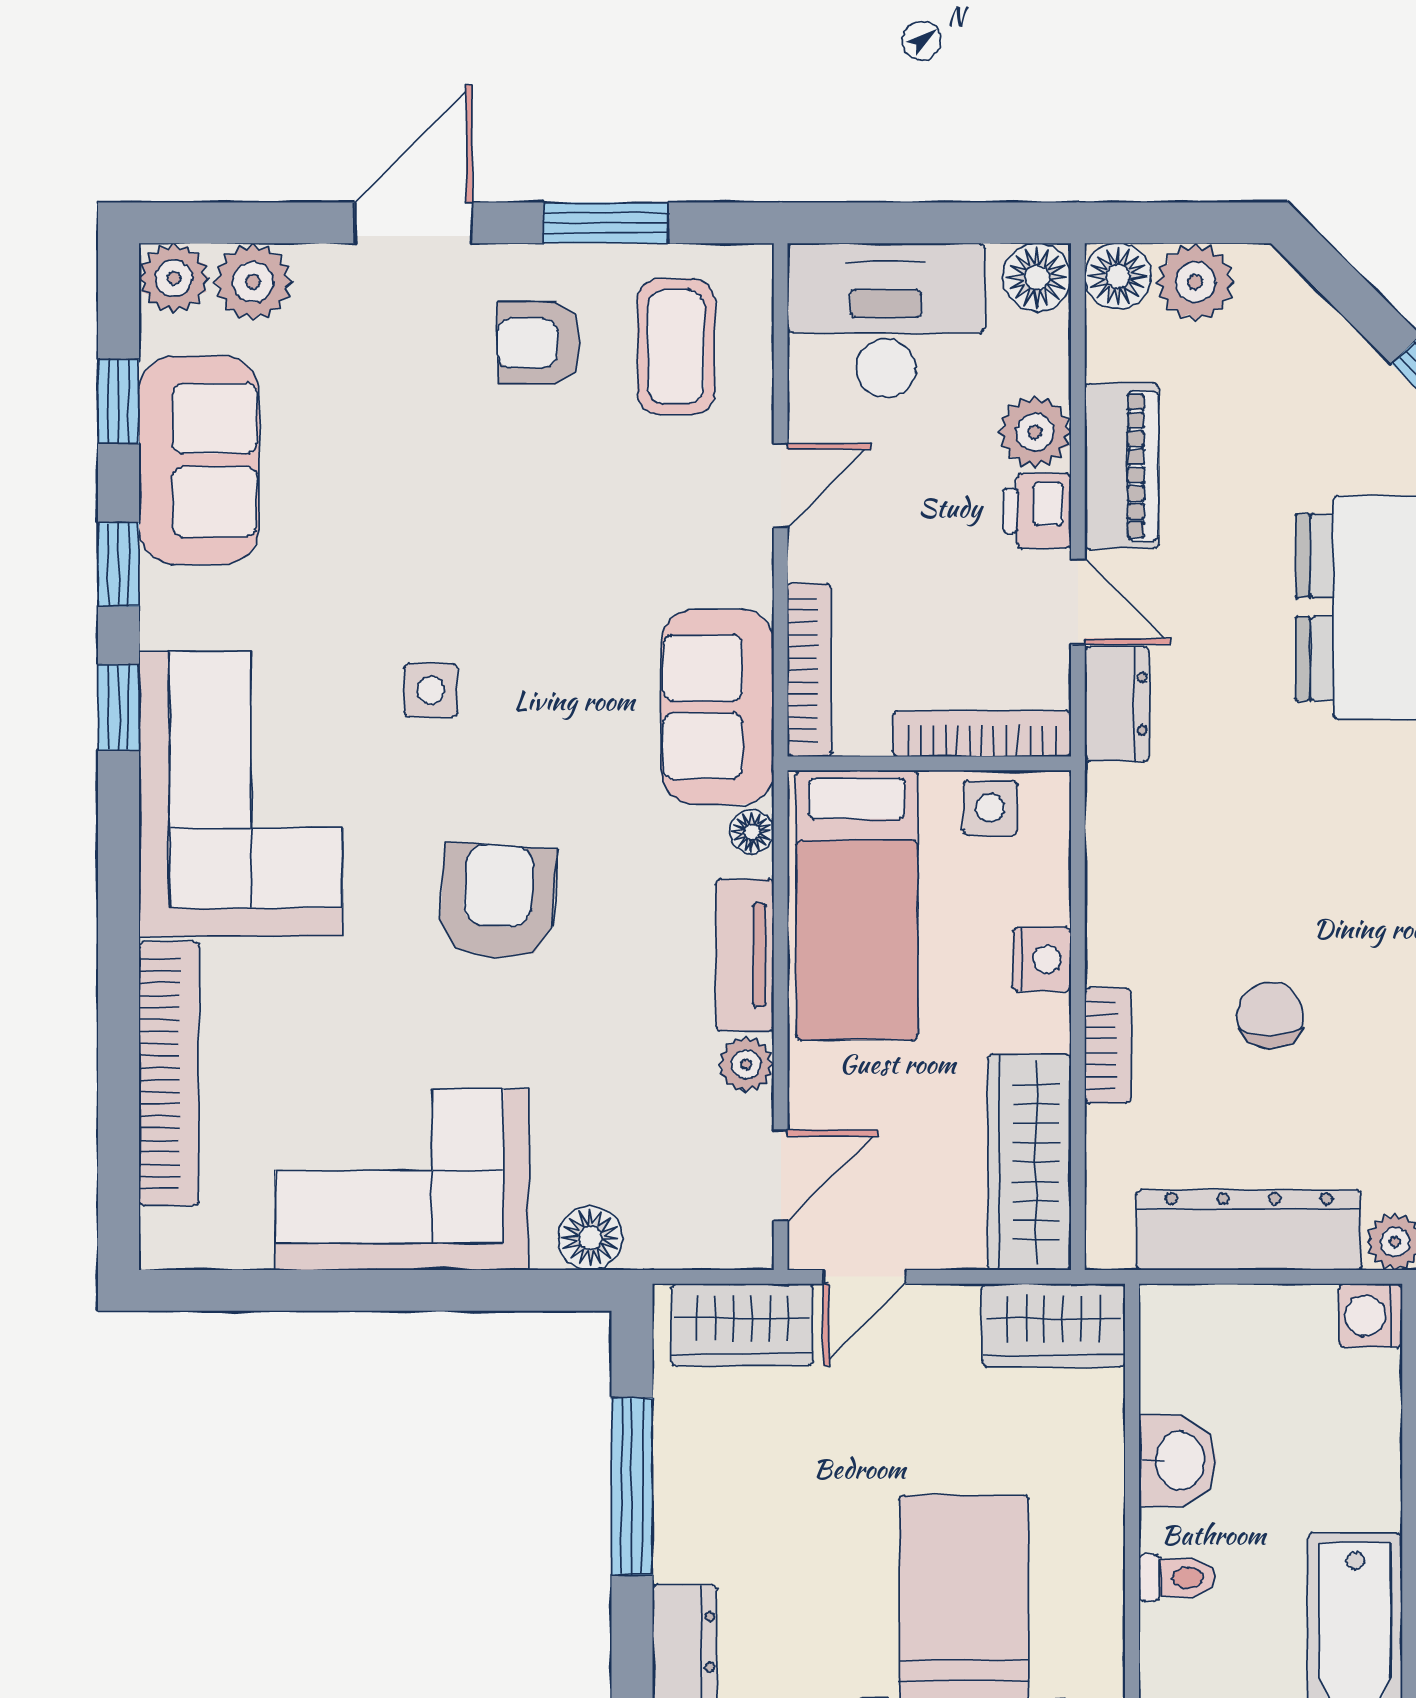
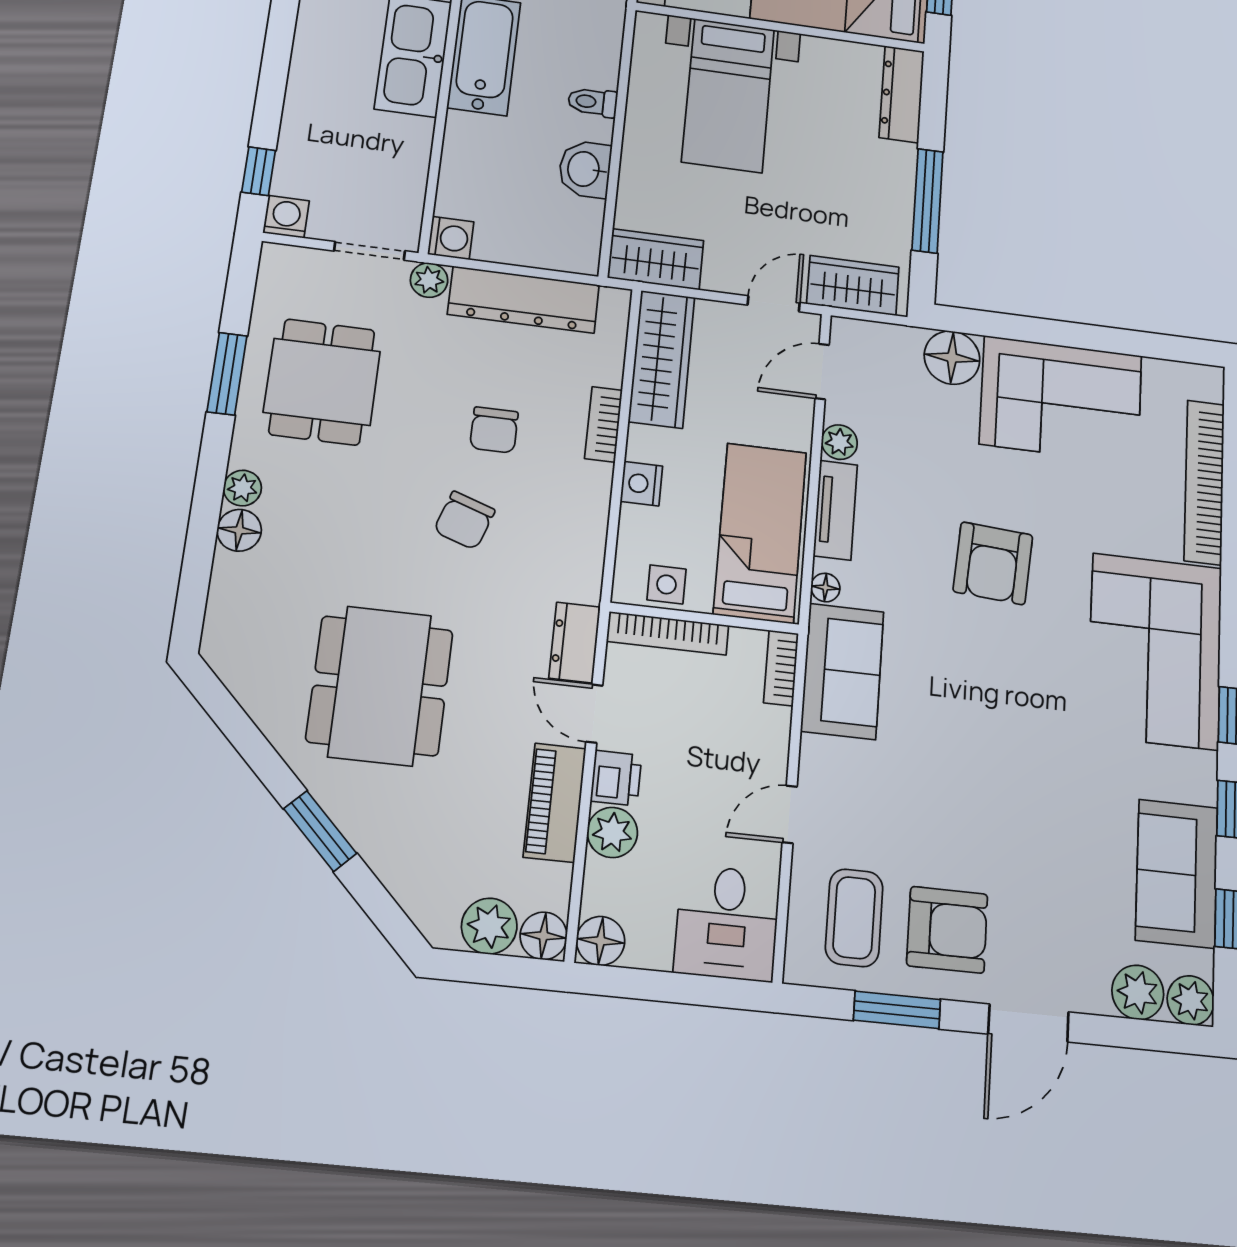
desk: (886, 320) -> (727, 923), width x0.73
armchair: (539, 343) -> (947, 930), width x1.38, depth x1.38
bookcase: (810, 670) -> (781, 668), width x0.64
side table: (431, 690) -> (1030, 704), removed
chair: (1298, 869) -> (464, 520), added
floor lamp: (591, 1238) -> (952, 358), width x1.38, depth x1.38

